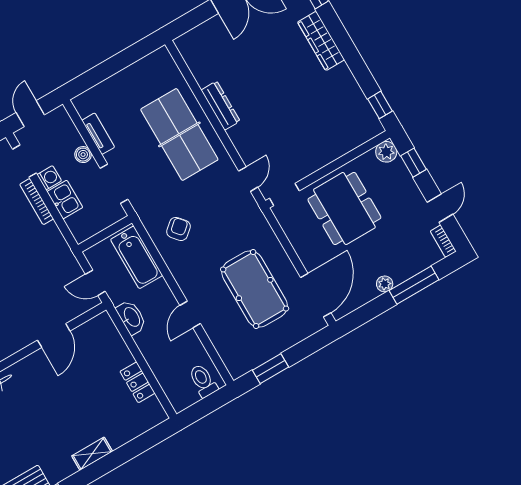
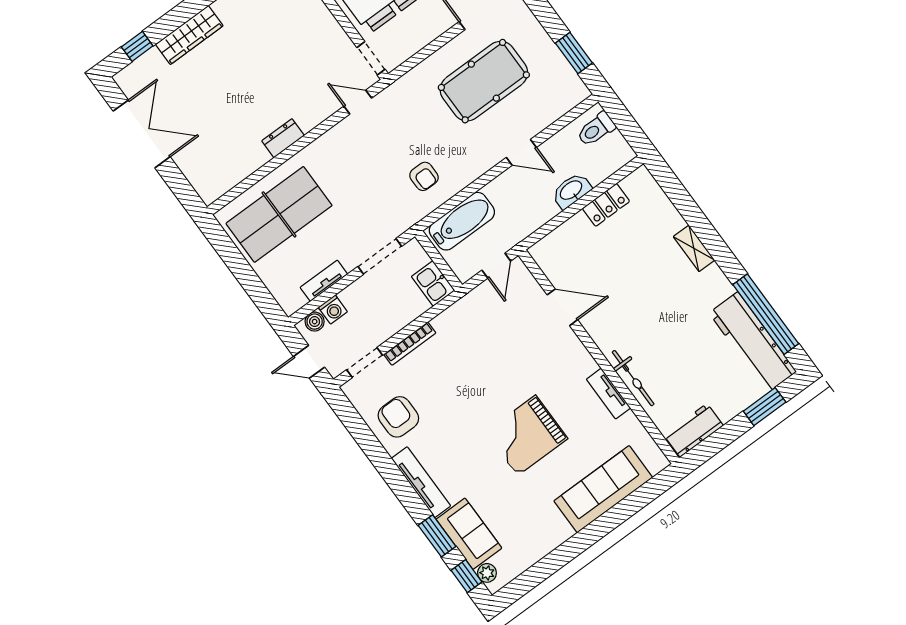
dresser: (220, 106) -> (283, 138), width x0.70
table tennis table: (179, 134) -> (279, 214), moved
boiler: (83, 155) -> (315, 322), moved
washing machine: (49, 178) -> (333, 310), moved, turned 180
kitchen sink: (65, 200) -> (433, 283), moved, turned -90
armchair: (178, 229) -> (424, 176), turned -139
washbasin: (131, 317) -> (571, 191), moved

